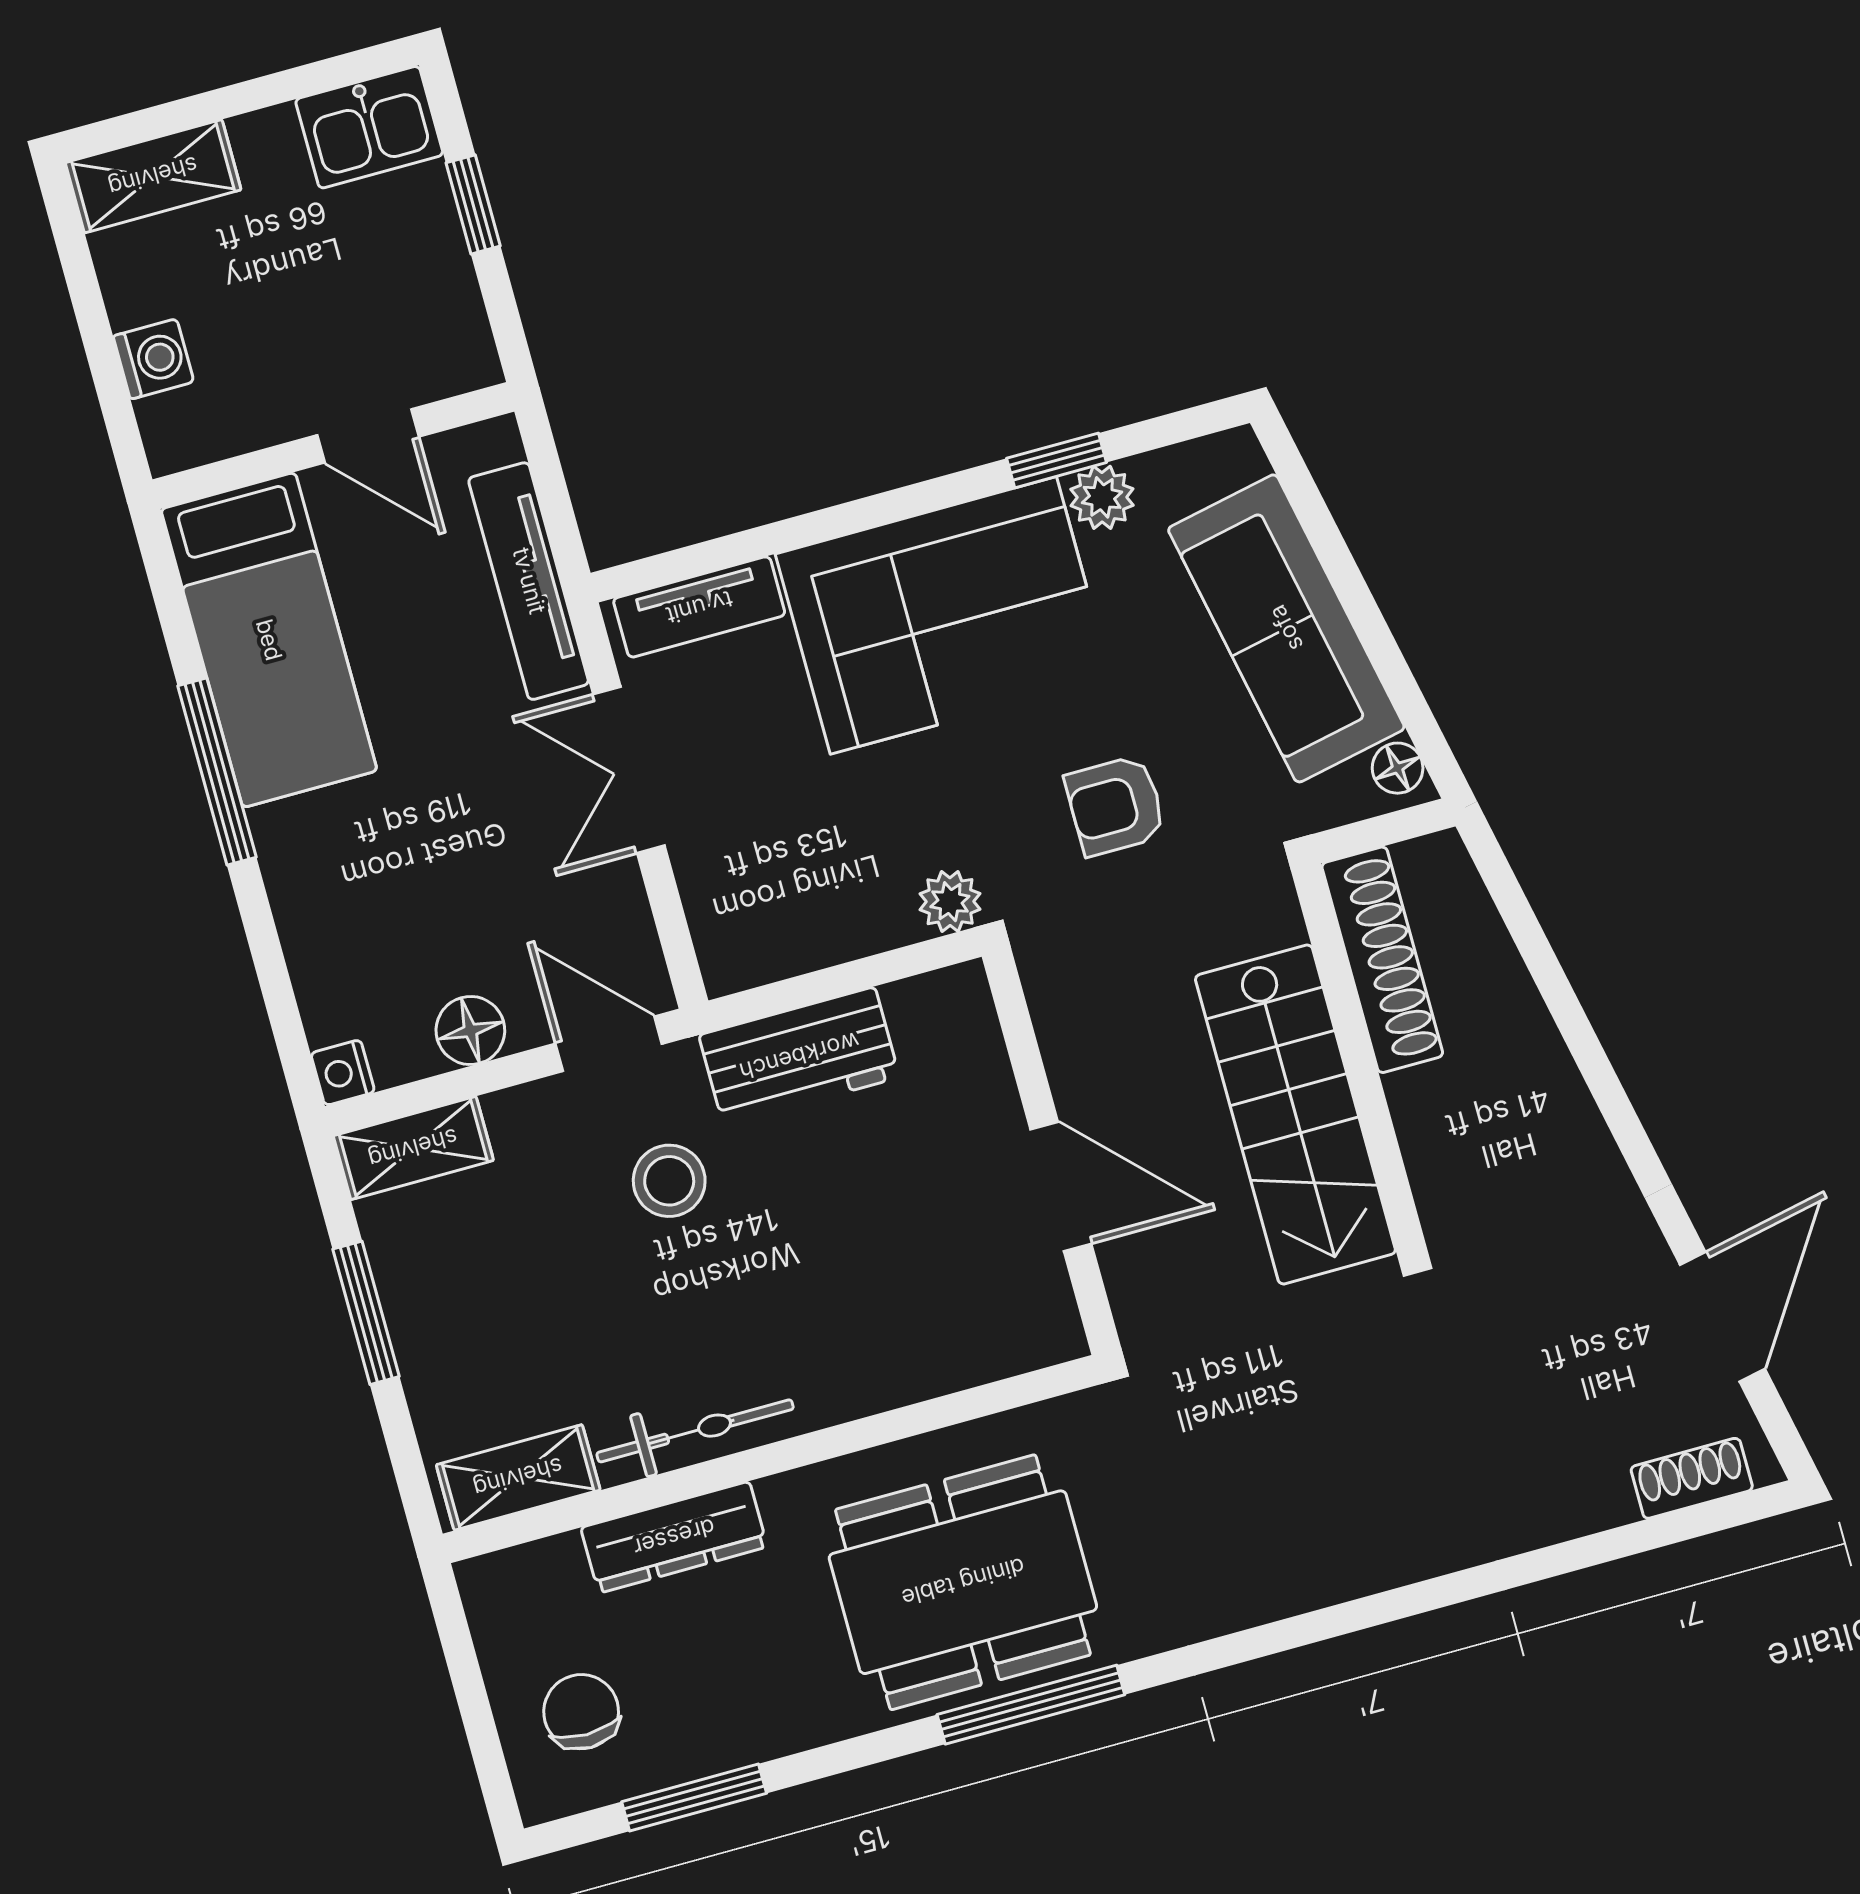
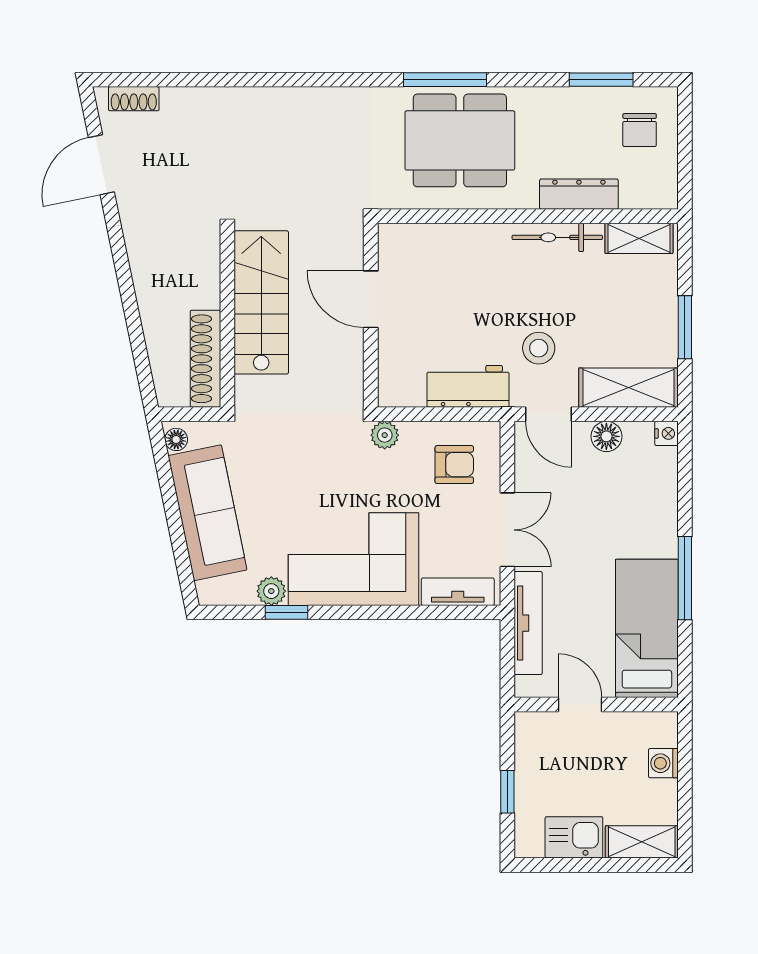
kitchen sink: (369, 127) -> (574, 837), moved
armchair: (1115, 806) -> (454, 465), moved
shelving: (413, 1148) -> (628, 388), width x1.50, depth x1.33

